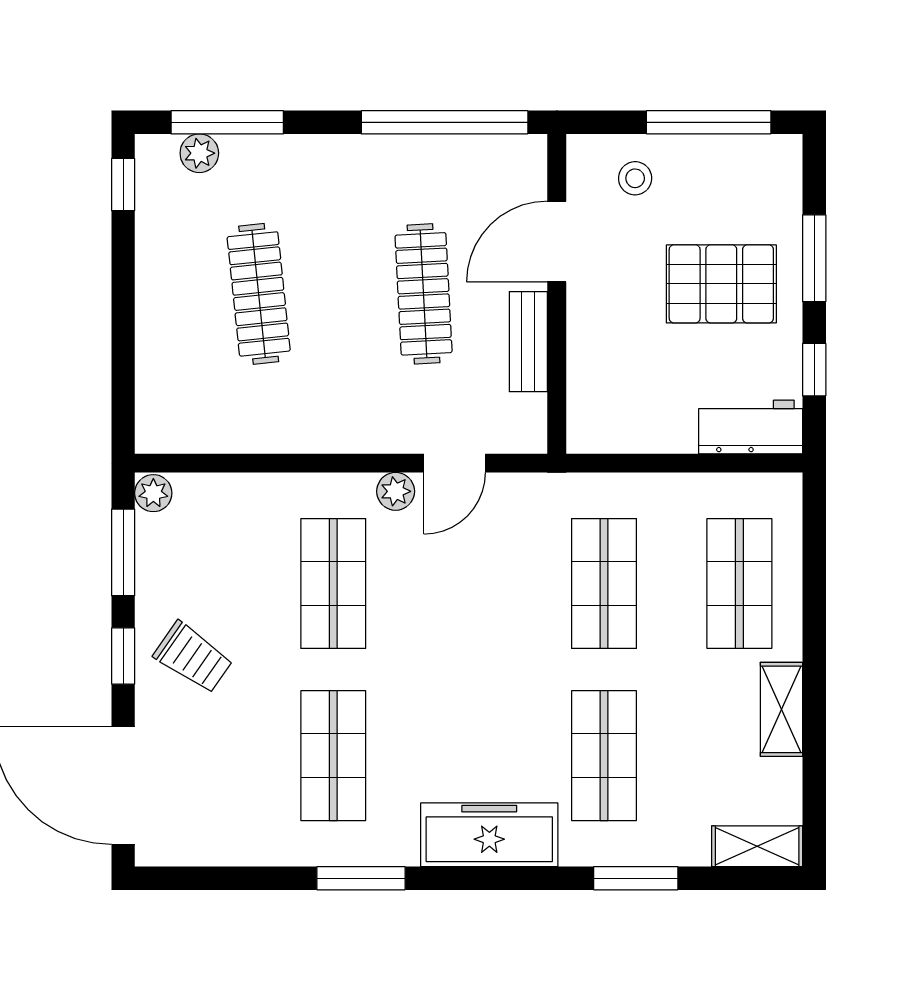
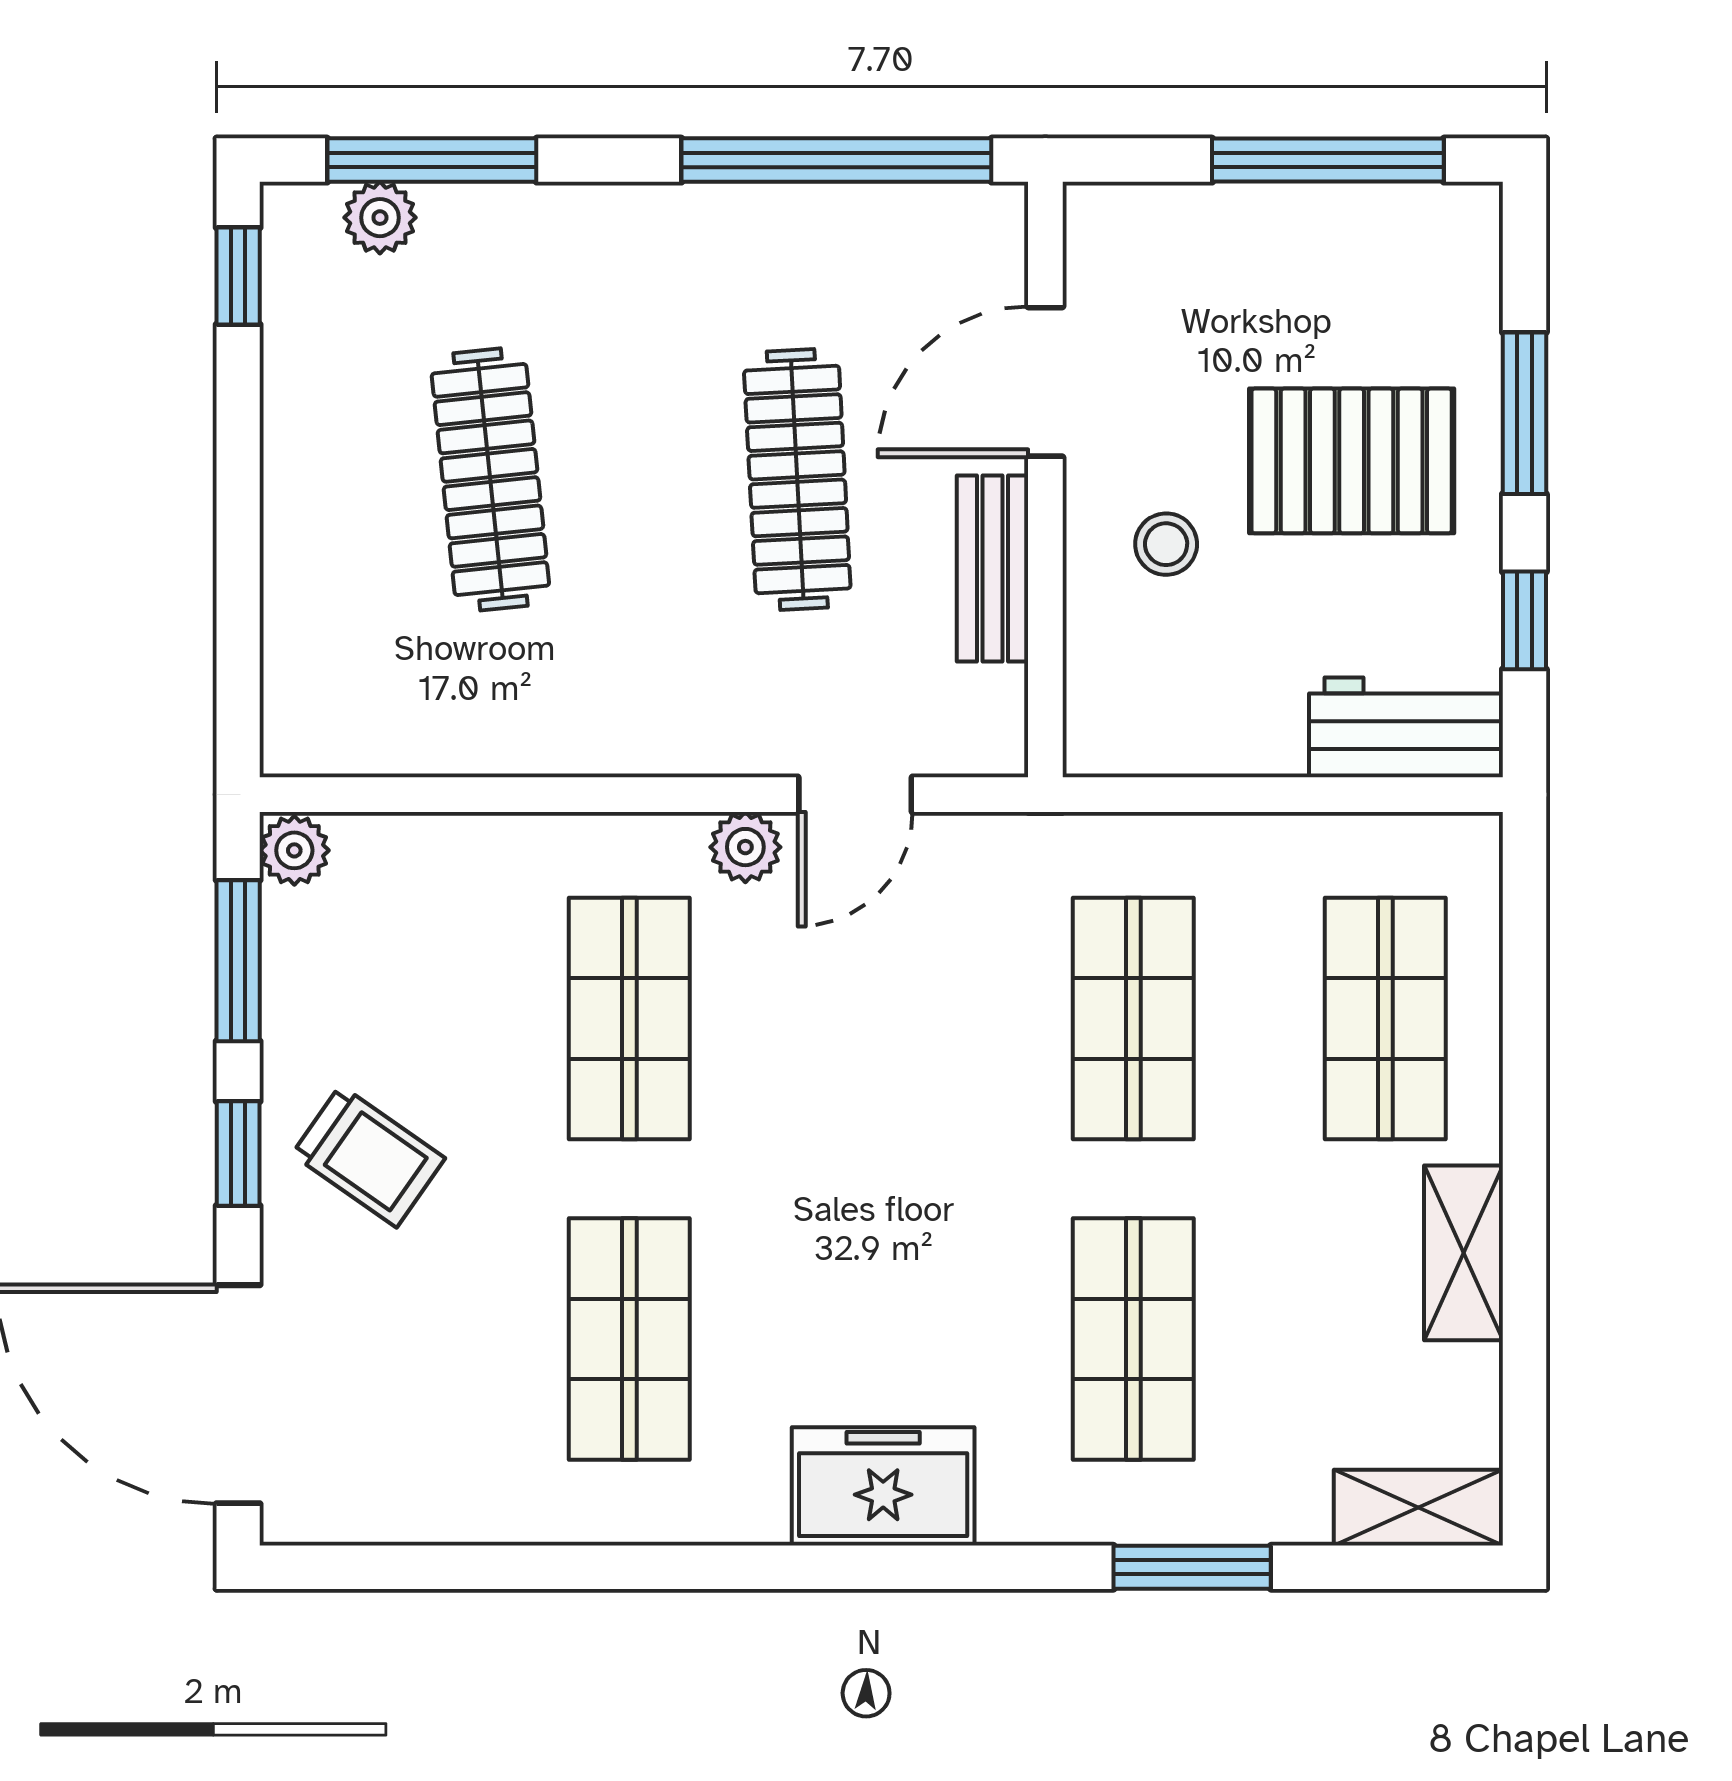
stool: (635, 178) -> (1166, 544), moved
freezer: (489, 835) -> (883, 1486), width x0.71
window: (361, 878) -> (681, 1567), removed

